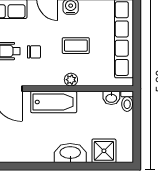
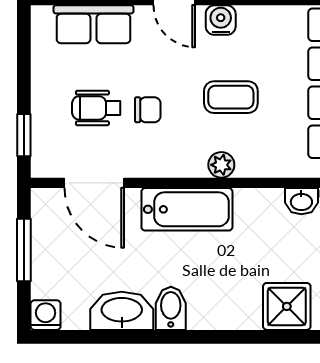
bidet: (46, 152) -> (171, 308), added
washbasin: (70, 153) -> (122, 311), moved

